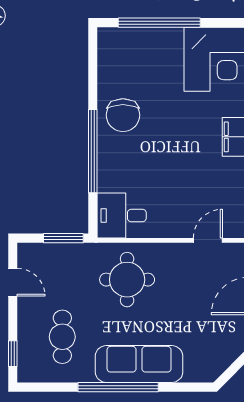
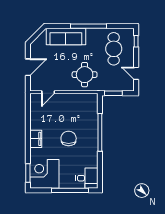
chair: (123, 115) -> (69, 138), moved
desk: (122, 215) -> (87, 178), moved
cafe table: (62, 337) -> (114, 49), width x1.37, depth x1.35
sofa: (139, 364) -> (66, 37), moved

